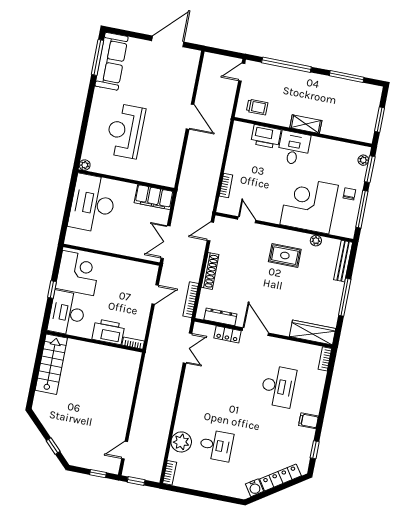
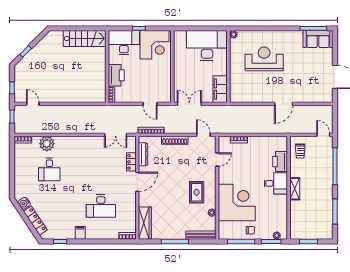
sofa: (112, 61) -> (318, 39), width x0.73

